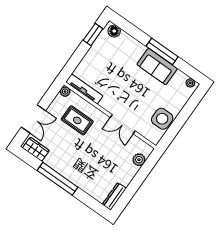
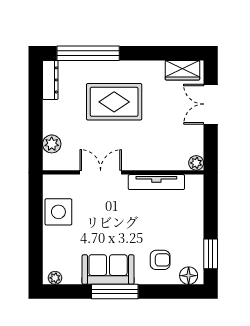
armchair: (124, 51) -> (160, 260), added
tv unit: (84, 89) -> (156, 182), moved
rug: (77, 120) -> (114, 102), moved, width x1.36, depth x1.43
window: (58, 179) -> (88, 53), moved

